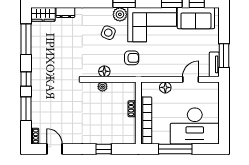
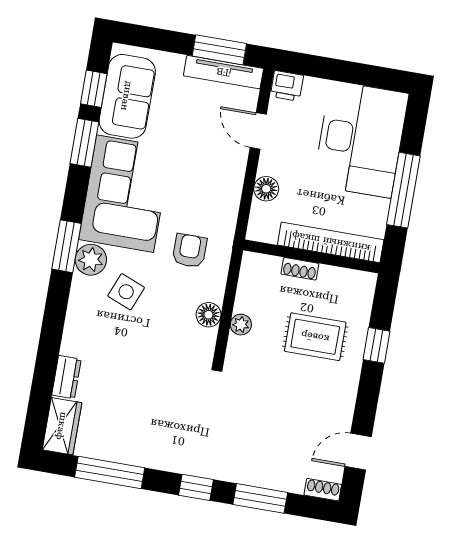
tv unit: (214, 64) -> (223, 72), width x1.41
printer: (213, 89) -> (287, 86), added
rug: (103, 121) -> (315, 337), added

